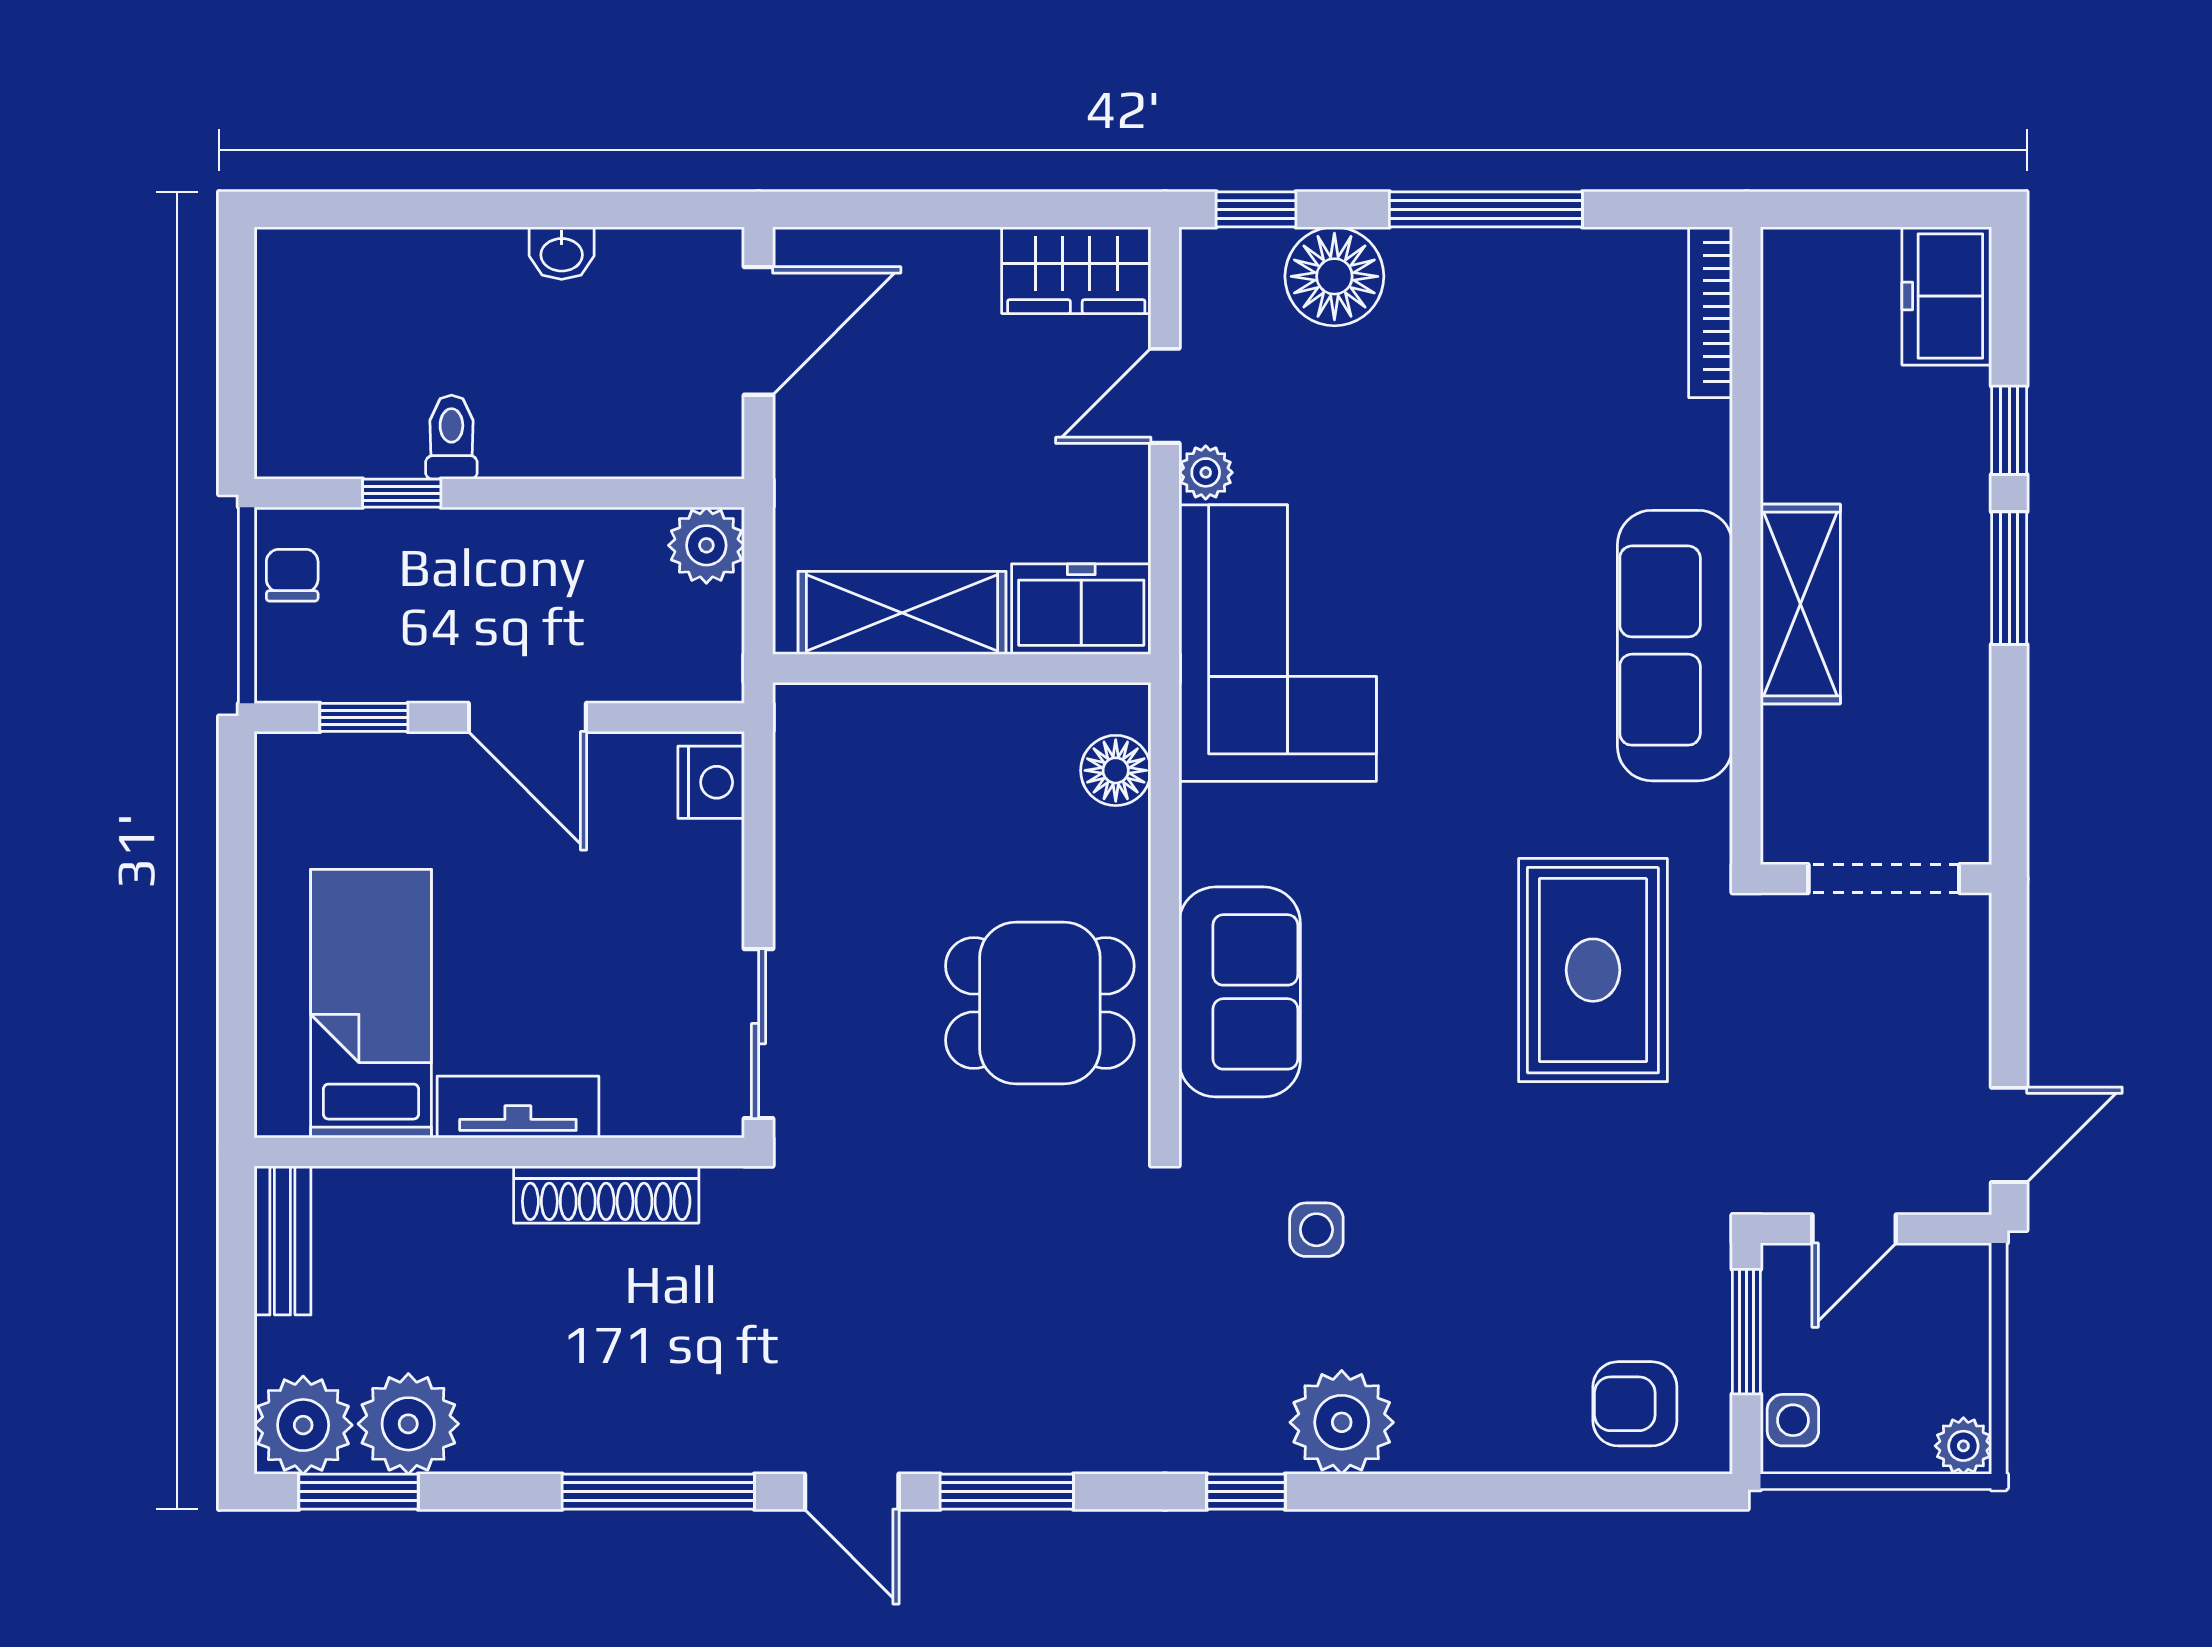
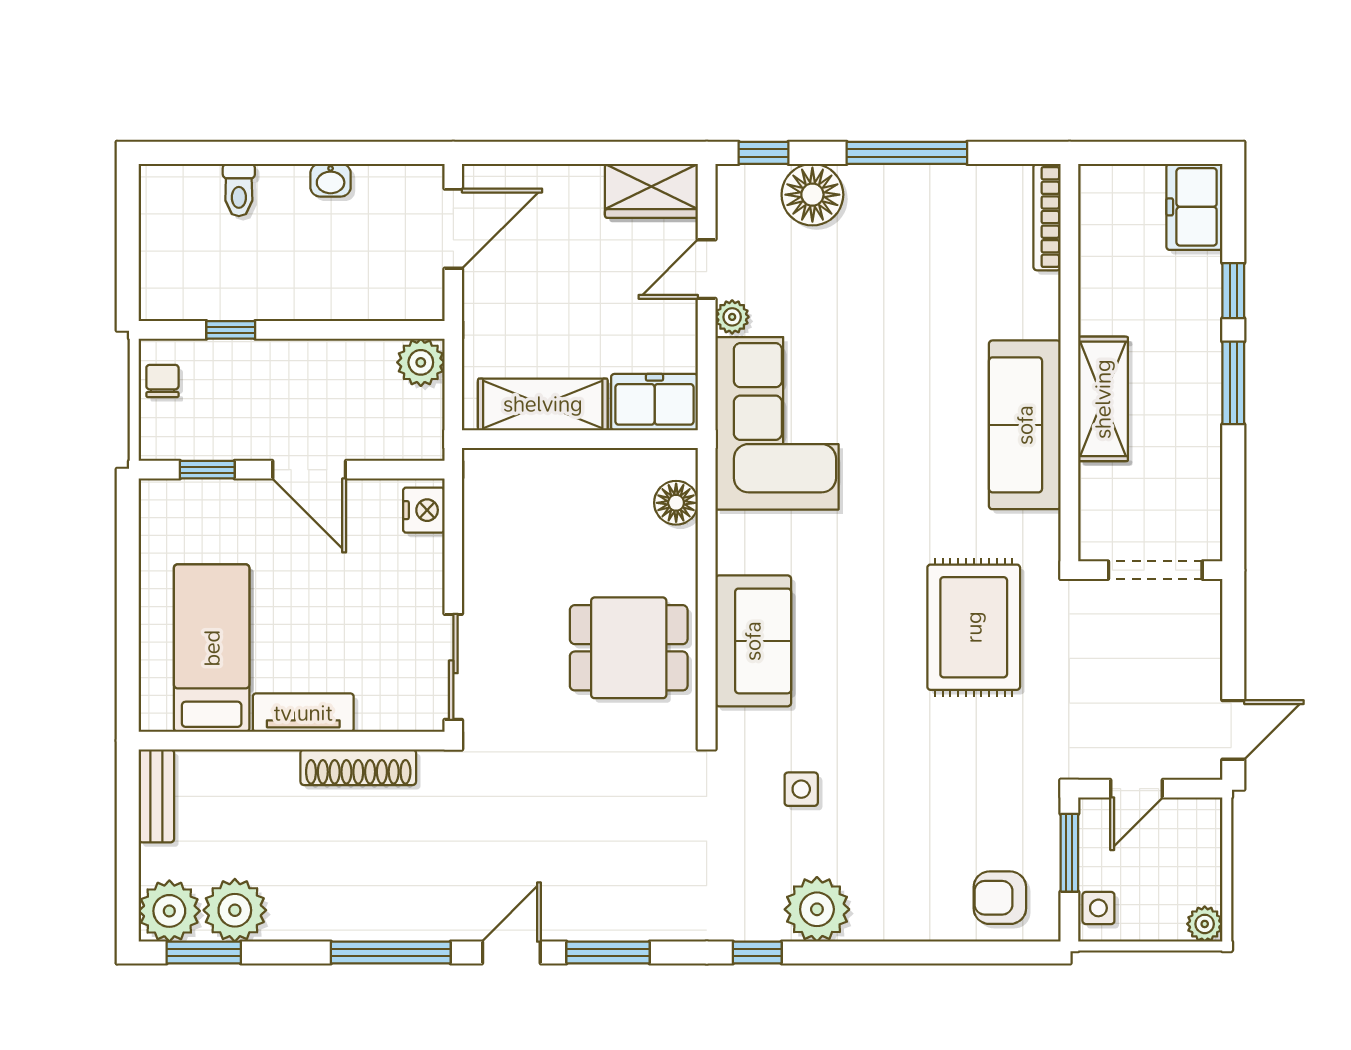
toilet: (451, 437) -> (239, 190), moved, turned 180
door: (852, 1492) -> (511, 953), swing flipped

